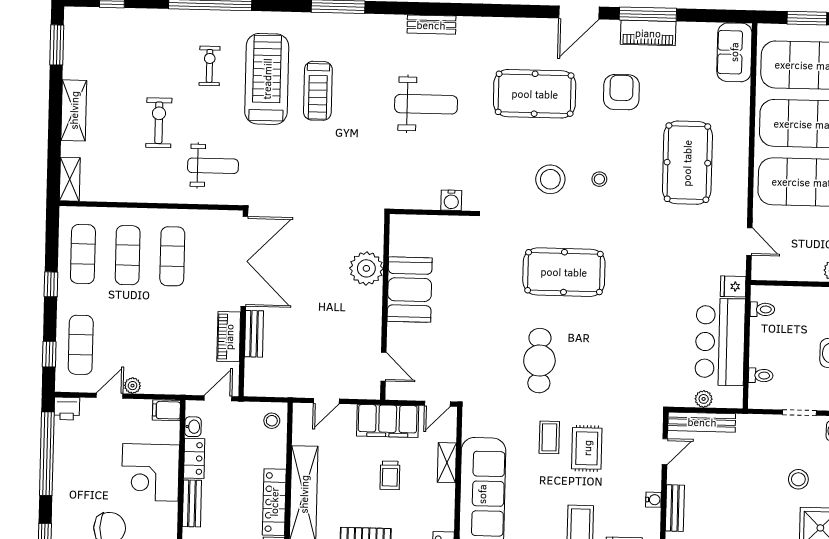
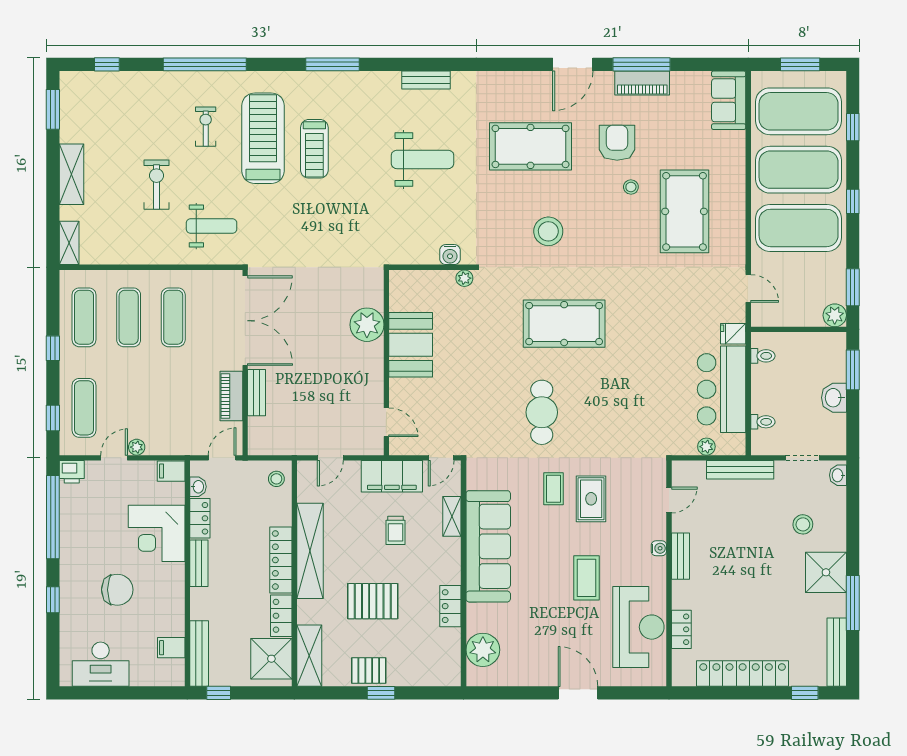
stool: (599, 179) -> (631, 187), moved
plant: (465, 224) -> (464, 278), added
bench: (702, 422) -> (740, 470), moved

